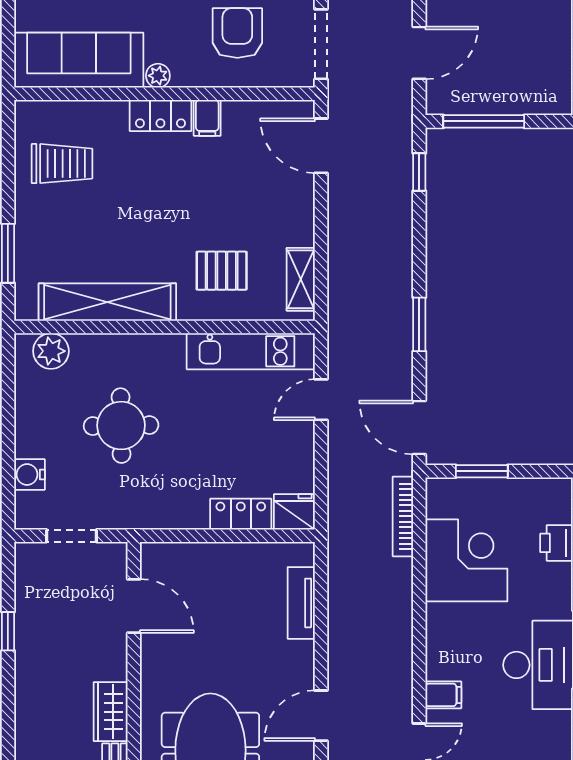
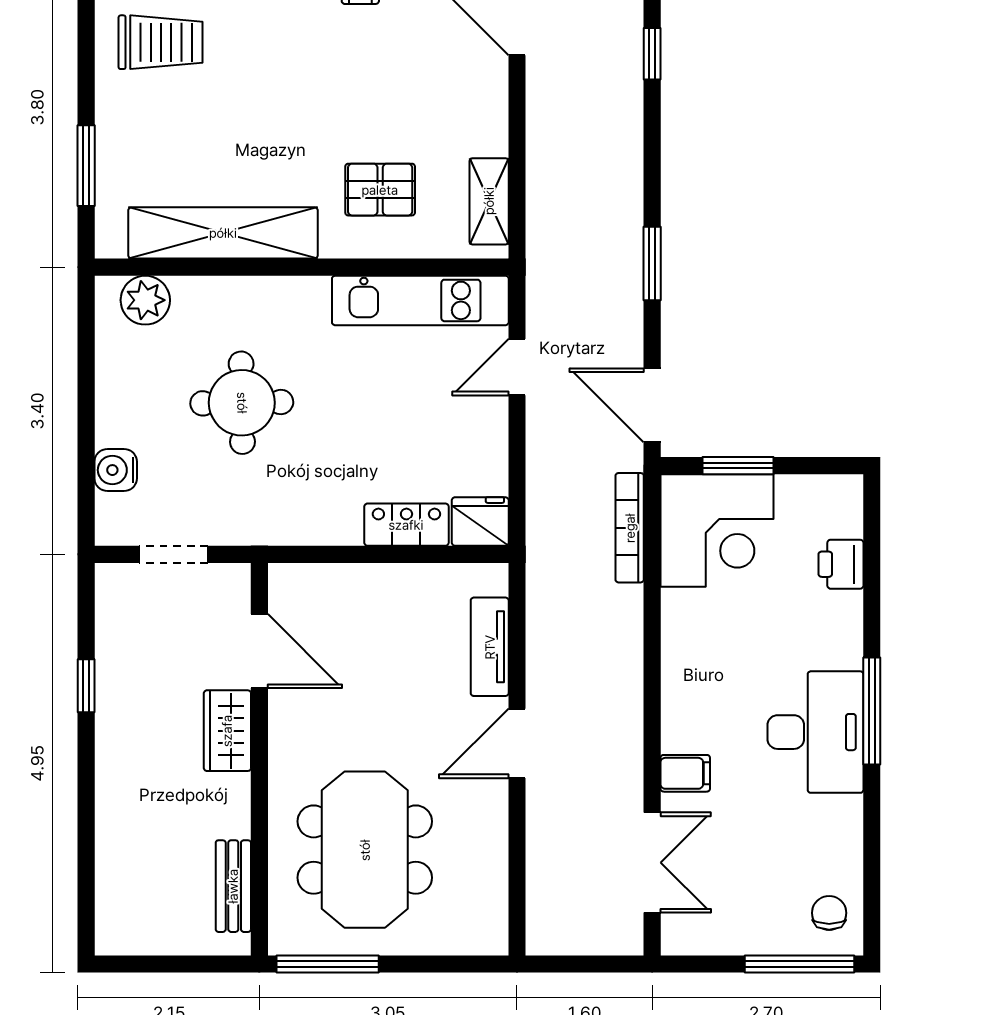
corner desk: (466, 560) -> (717, 531), moved, turned 90
wardrobe: (111, 712) -> (227, 731), moved
door: (321, 716) -> (517, 743), moved

